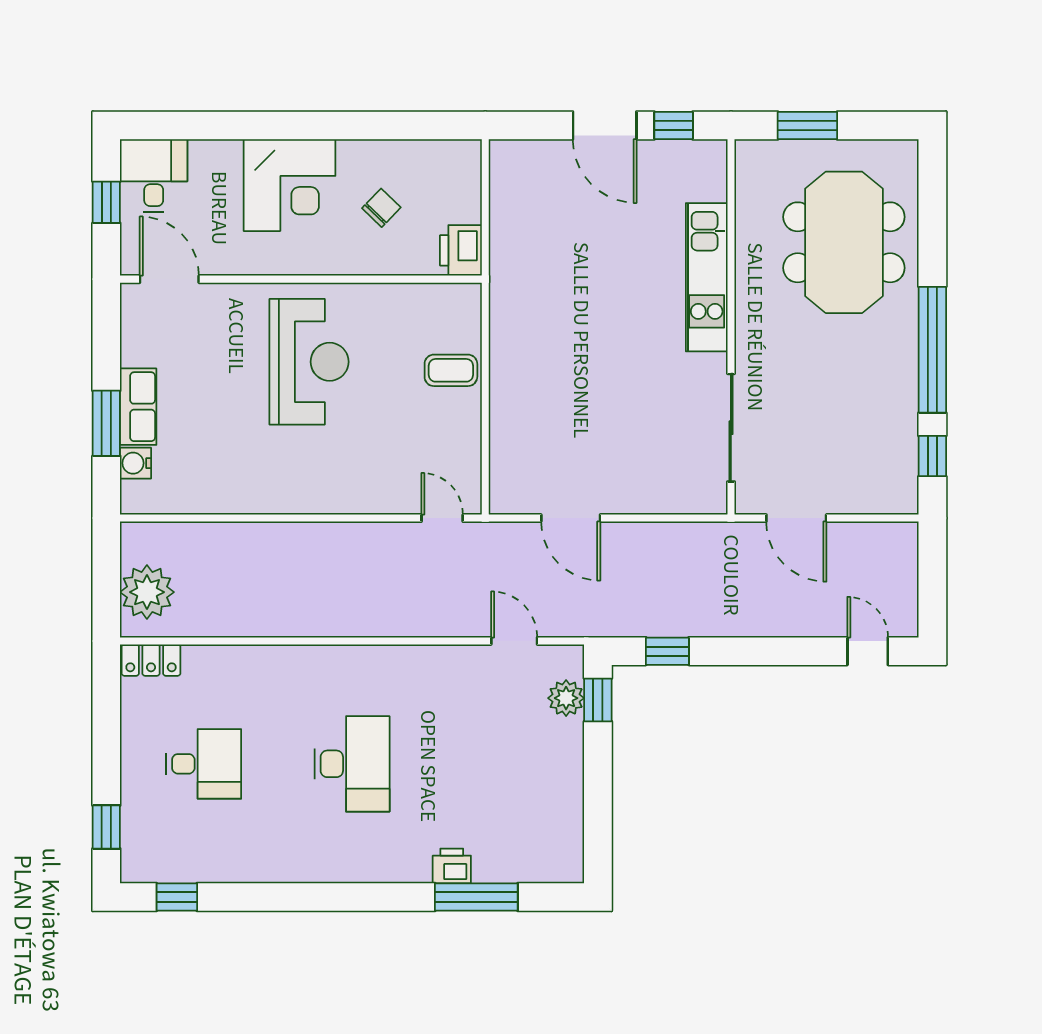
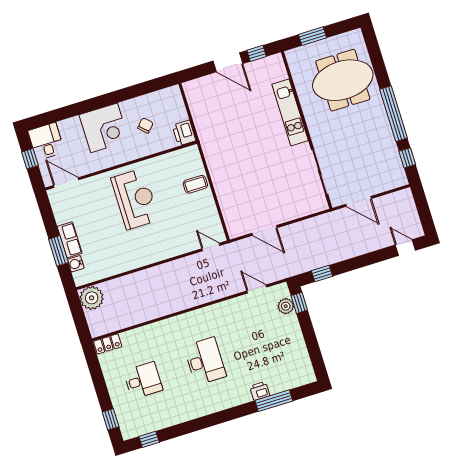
meeting table: (844, 242) -> (343, 80), turned 90
plant: (147, 592) -> (92, 298), moved

